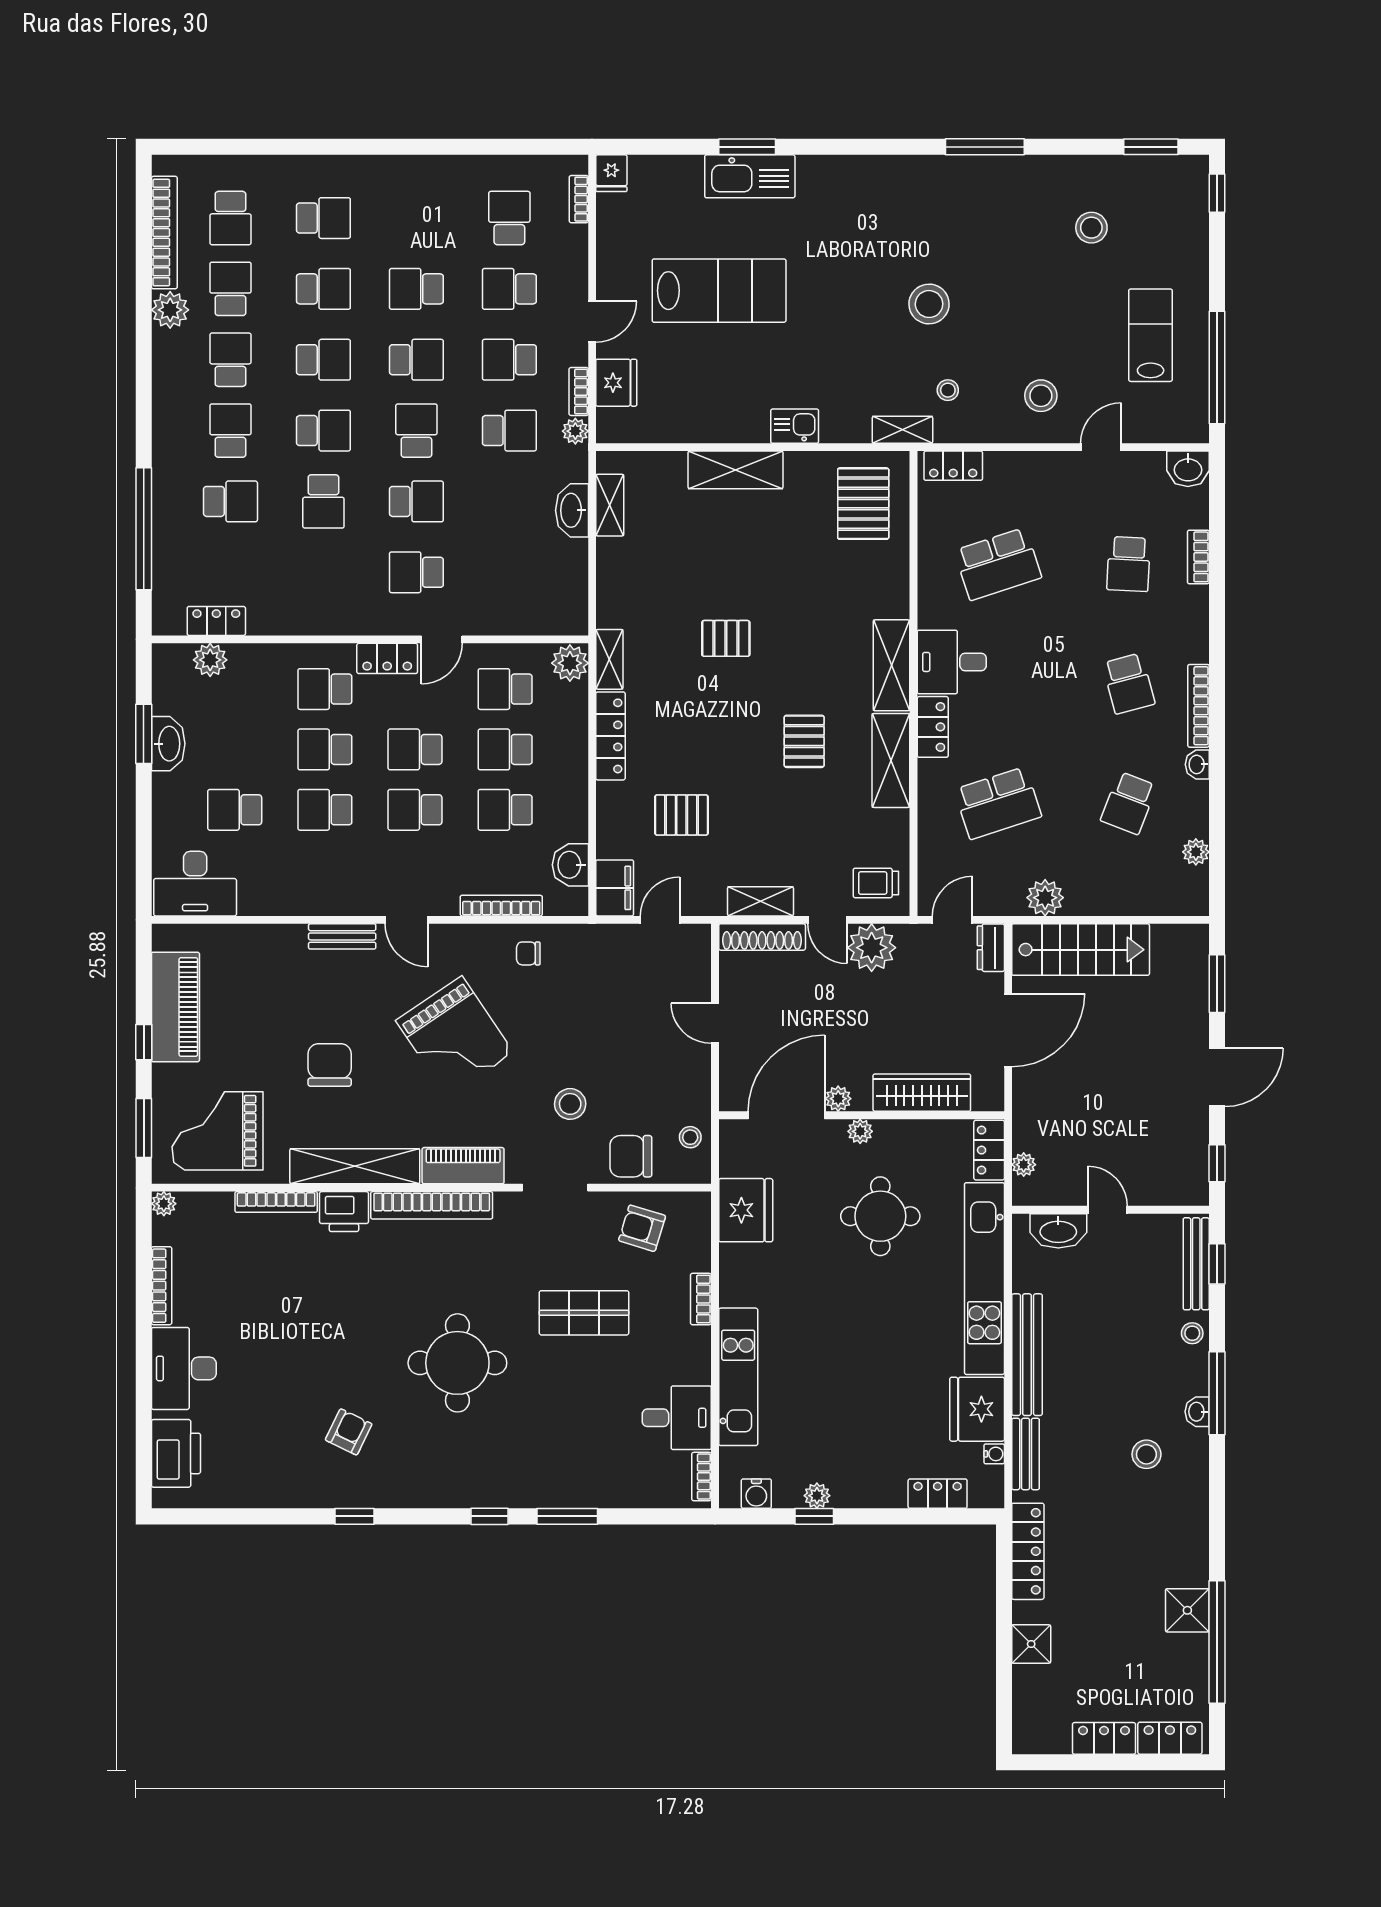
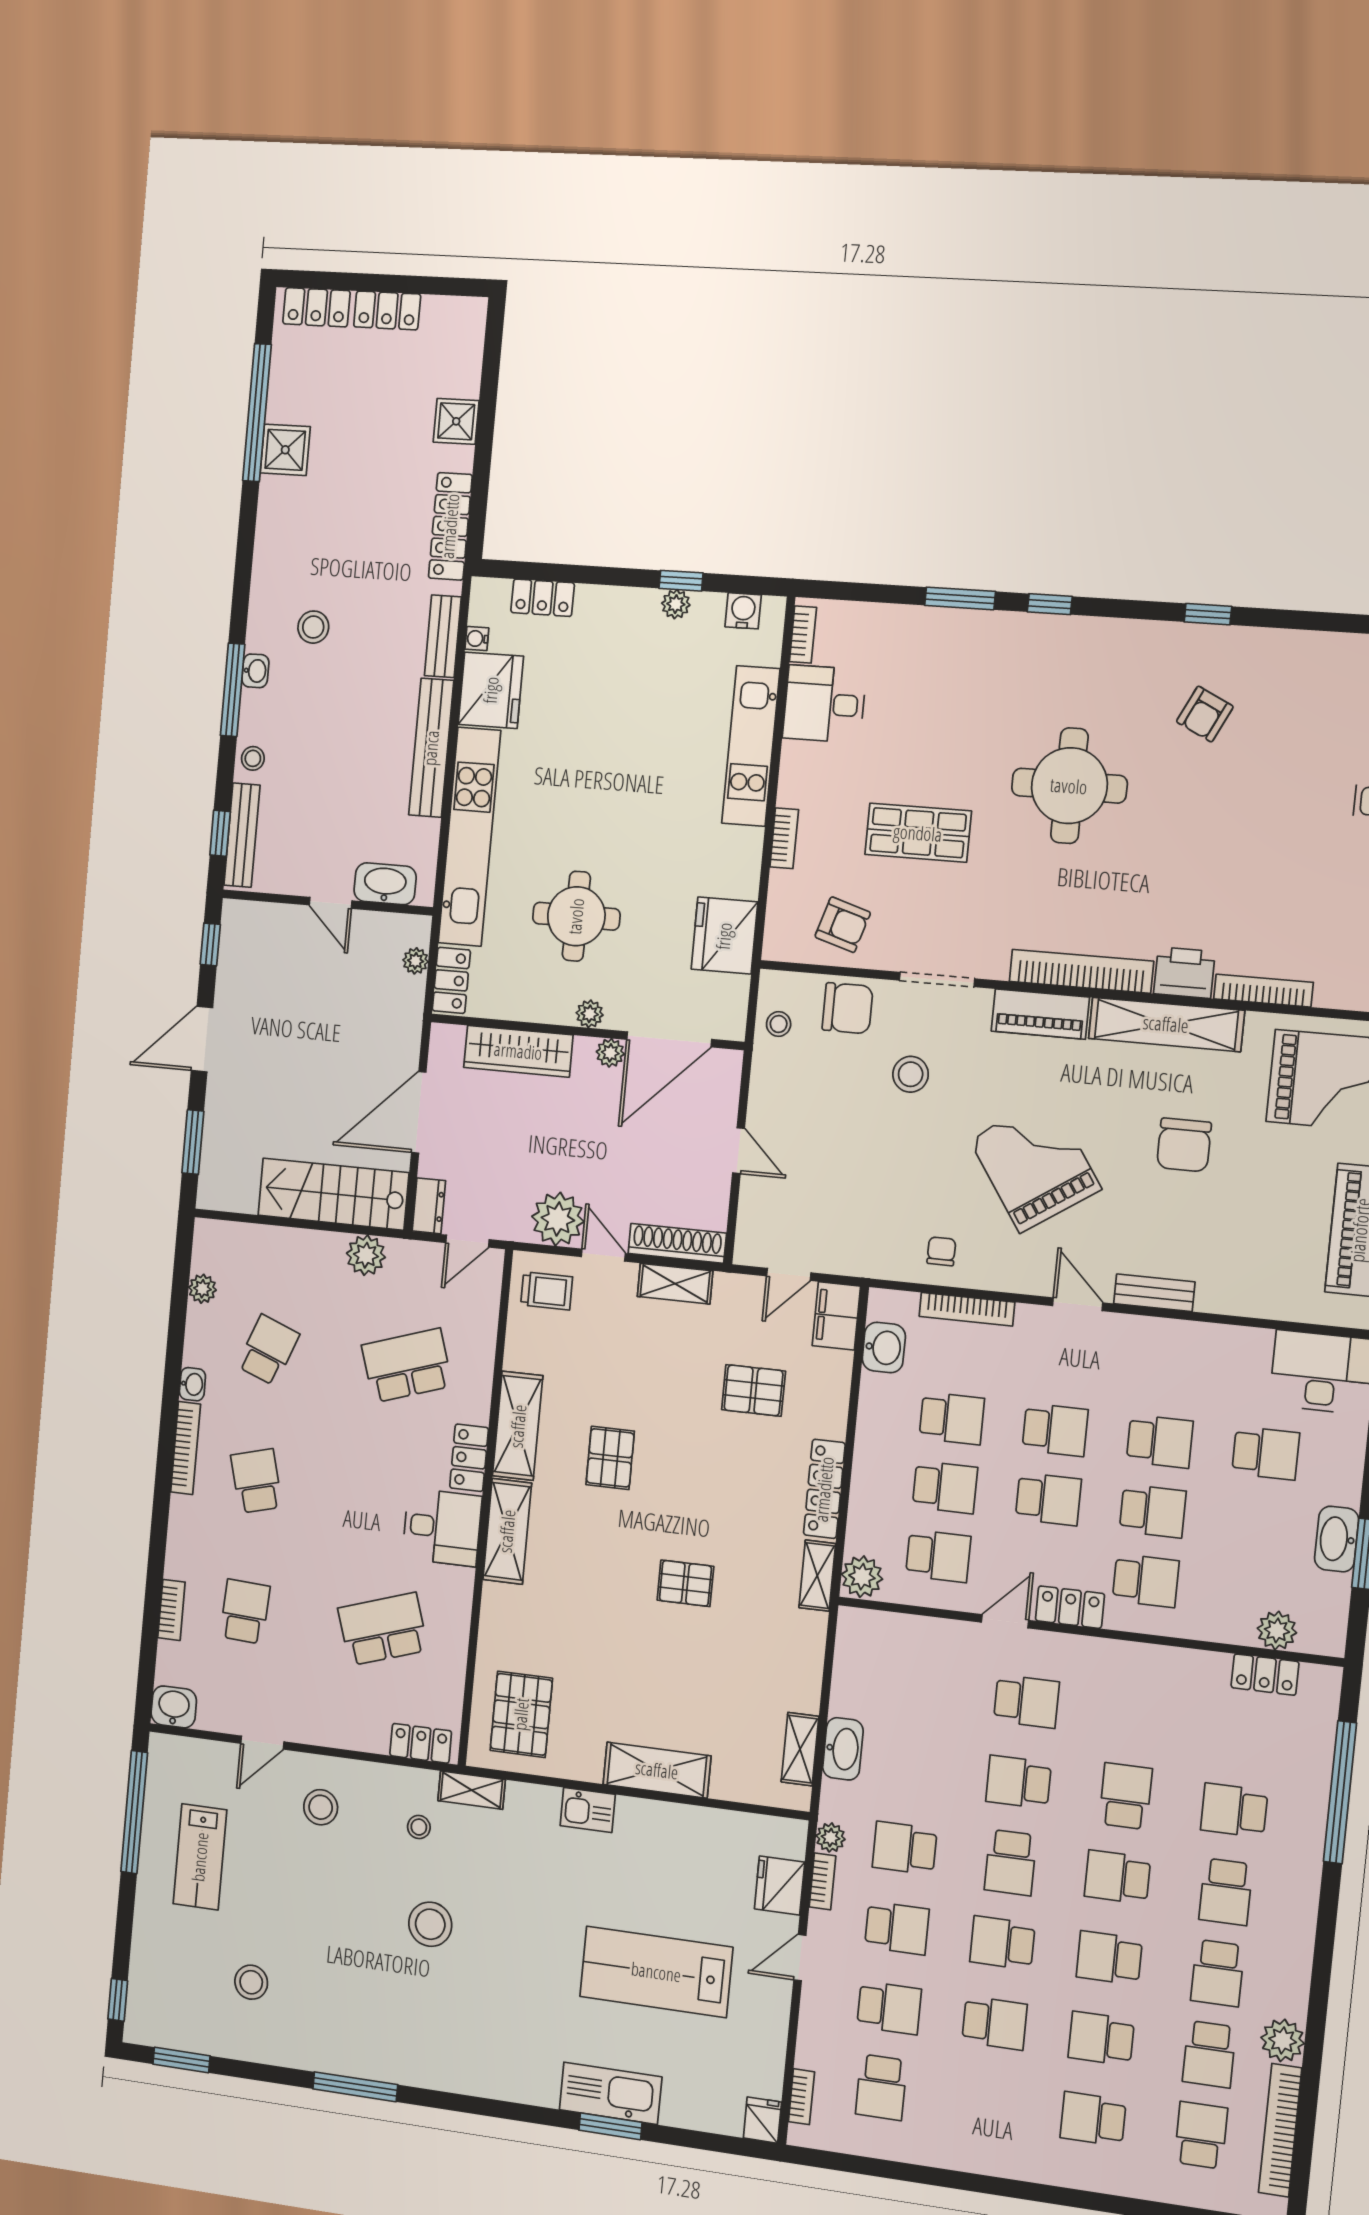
chair: (528, 953) -> (941, 1251), turned -90

